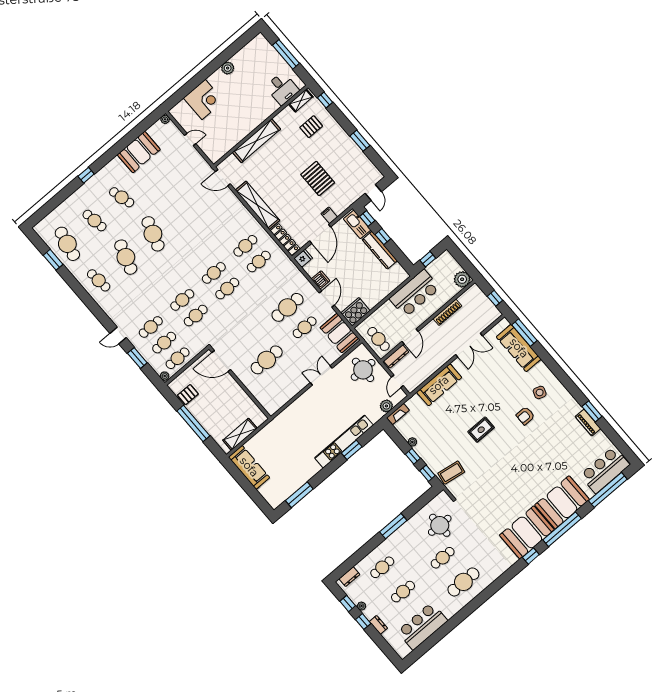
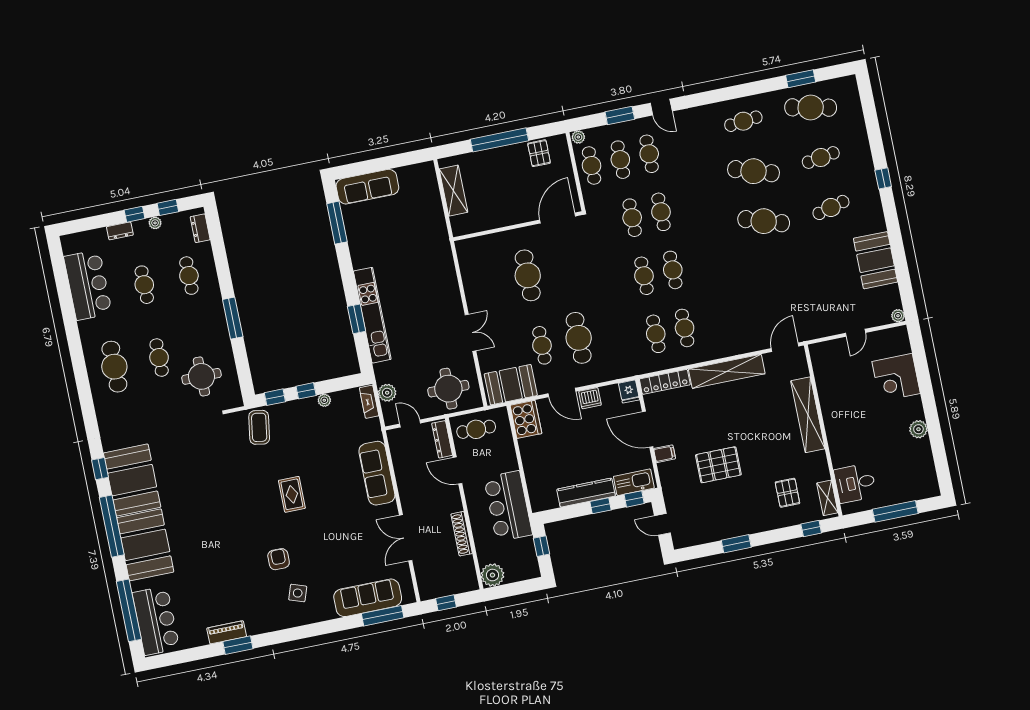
door: (118, 336) -> (661, 107), swing flipped
sofa: (249, 467) -> (367, 187), moved

